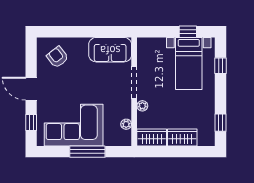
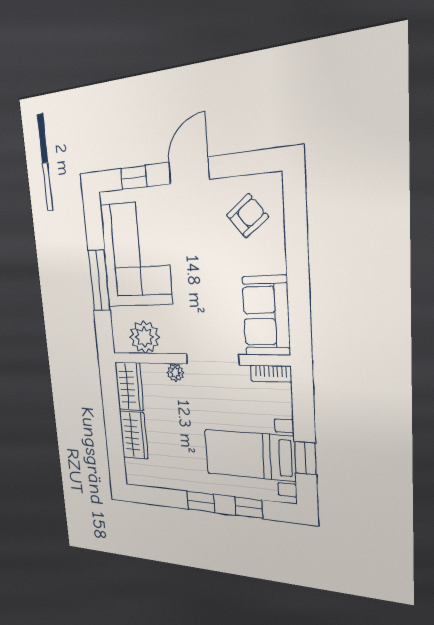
bookcase: (142, 49) -> (271, 374), added
window: (221, 123) -> (201, 502), moved
plant: (126, 124) -> (144, 337), width x1.88, depth x1.88

